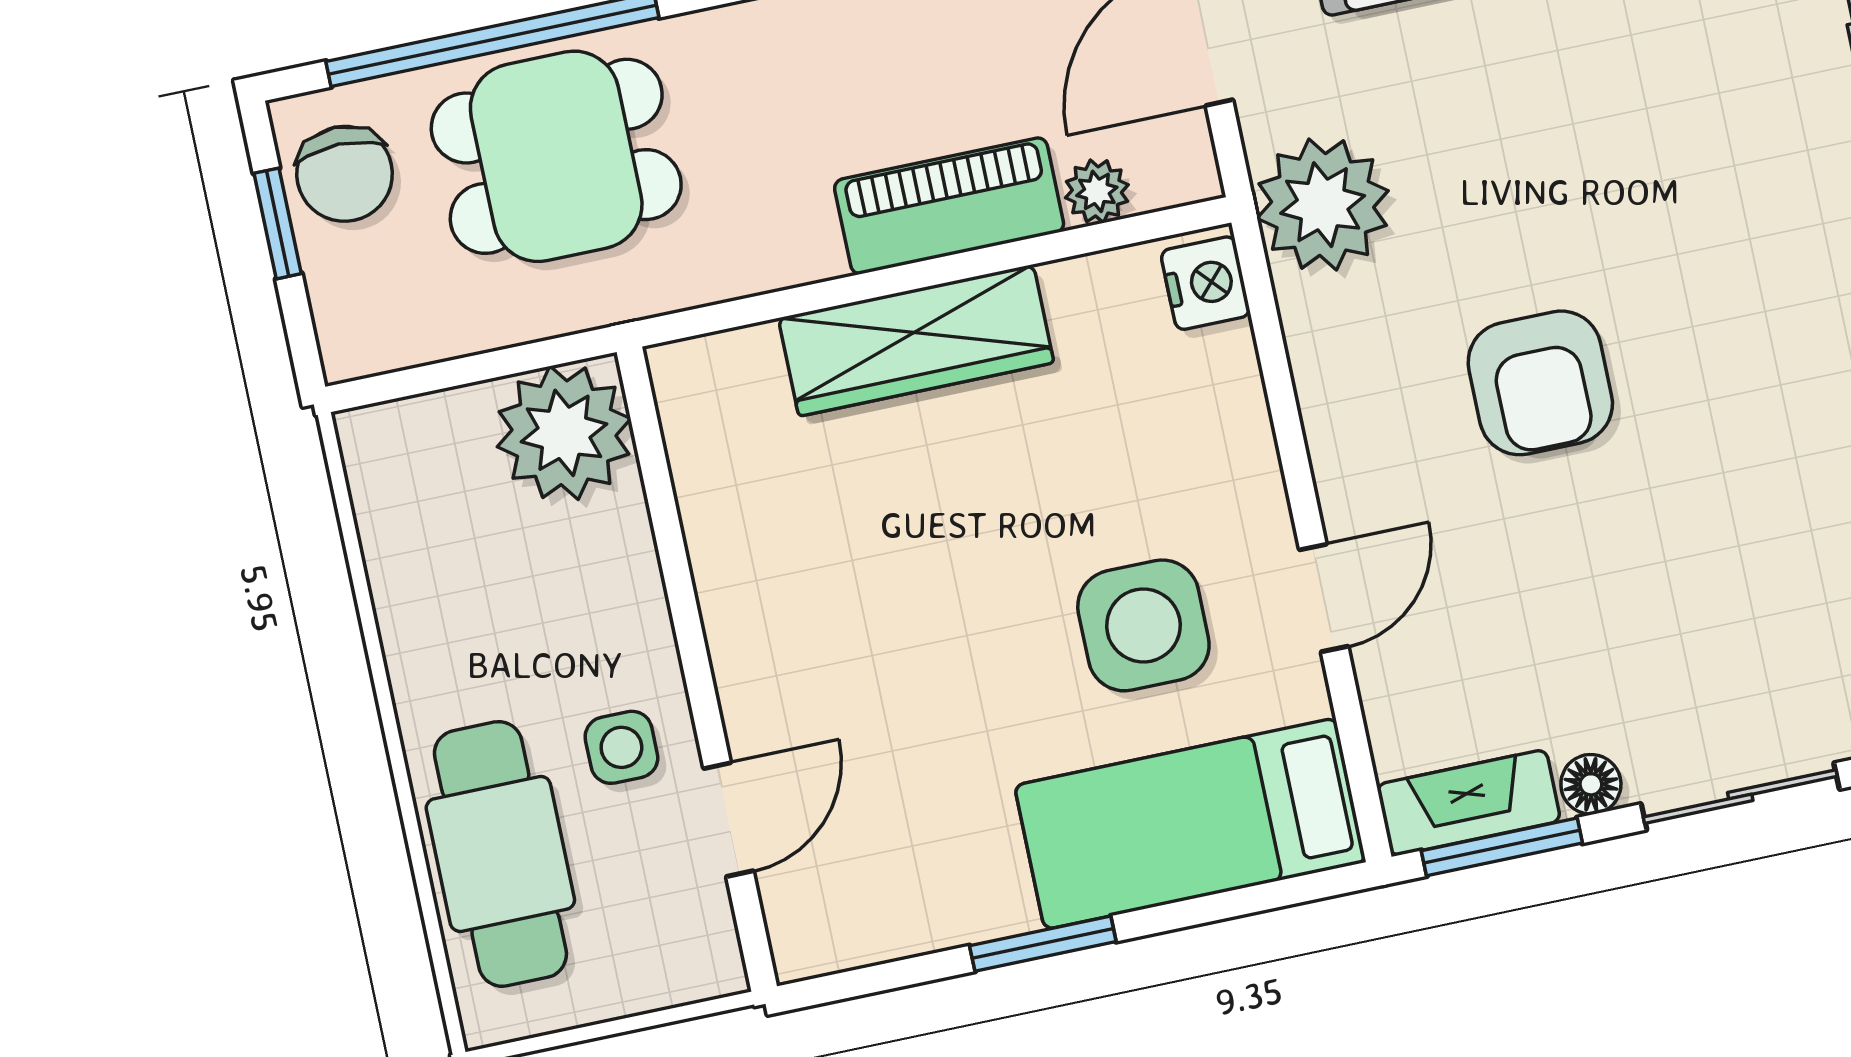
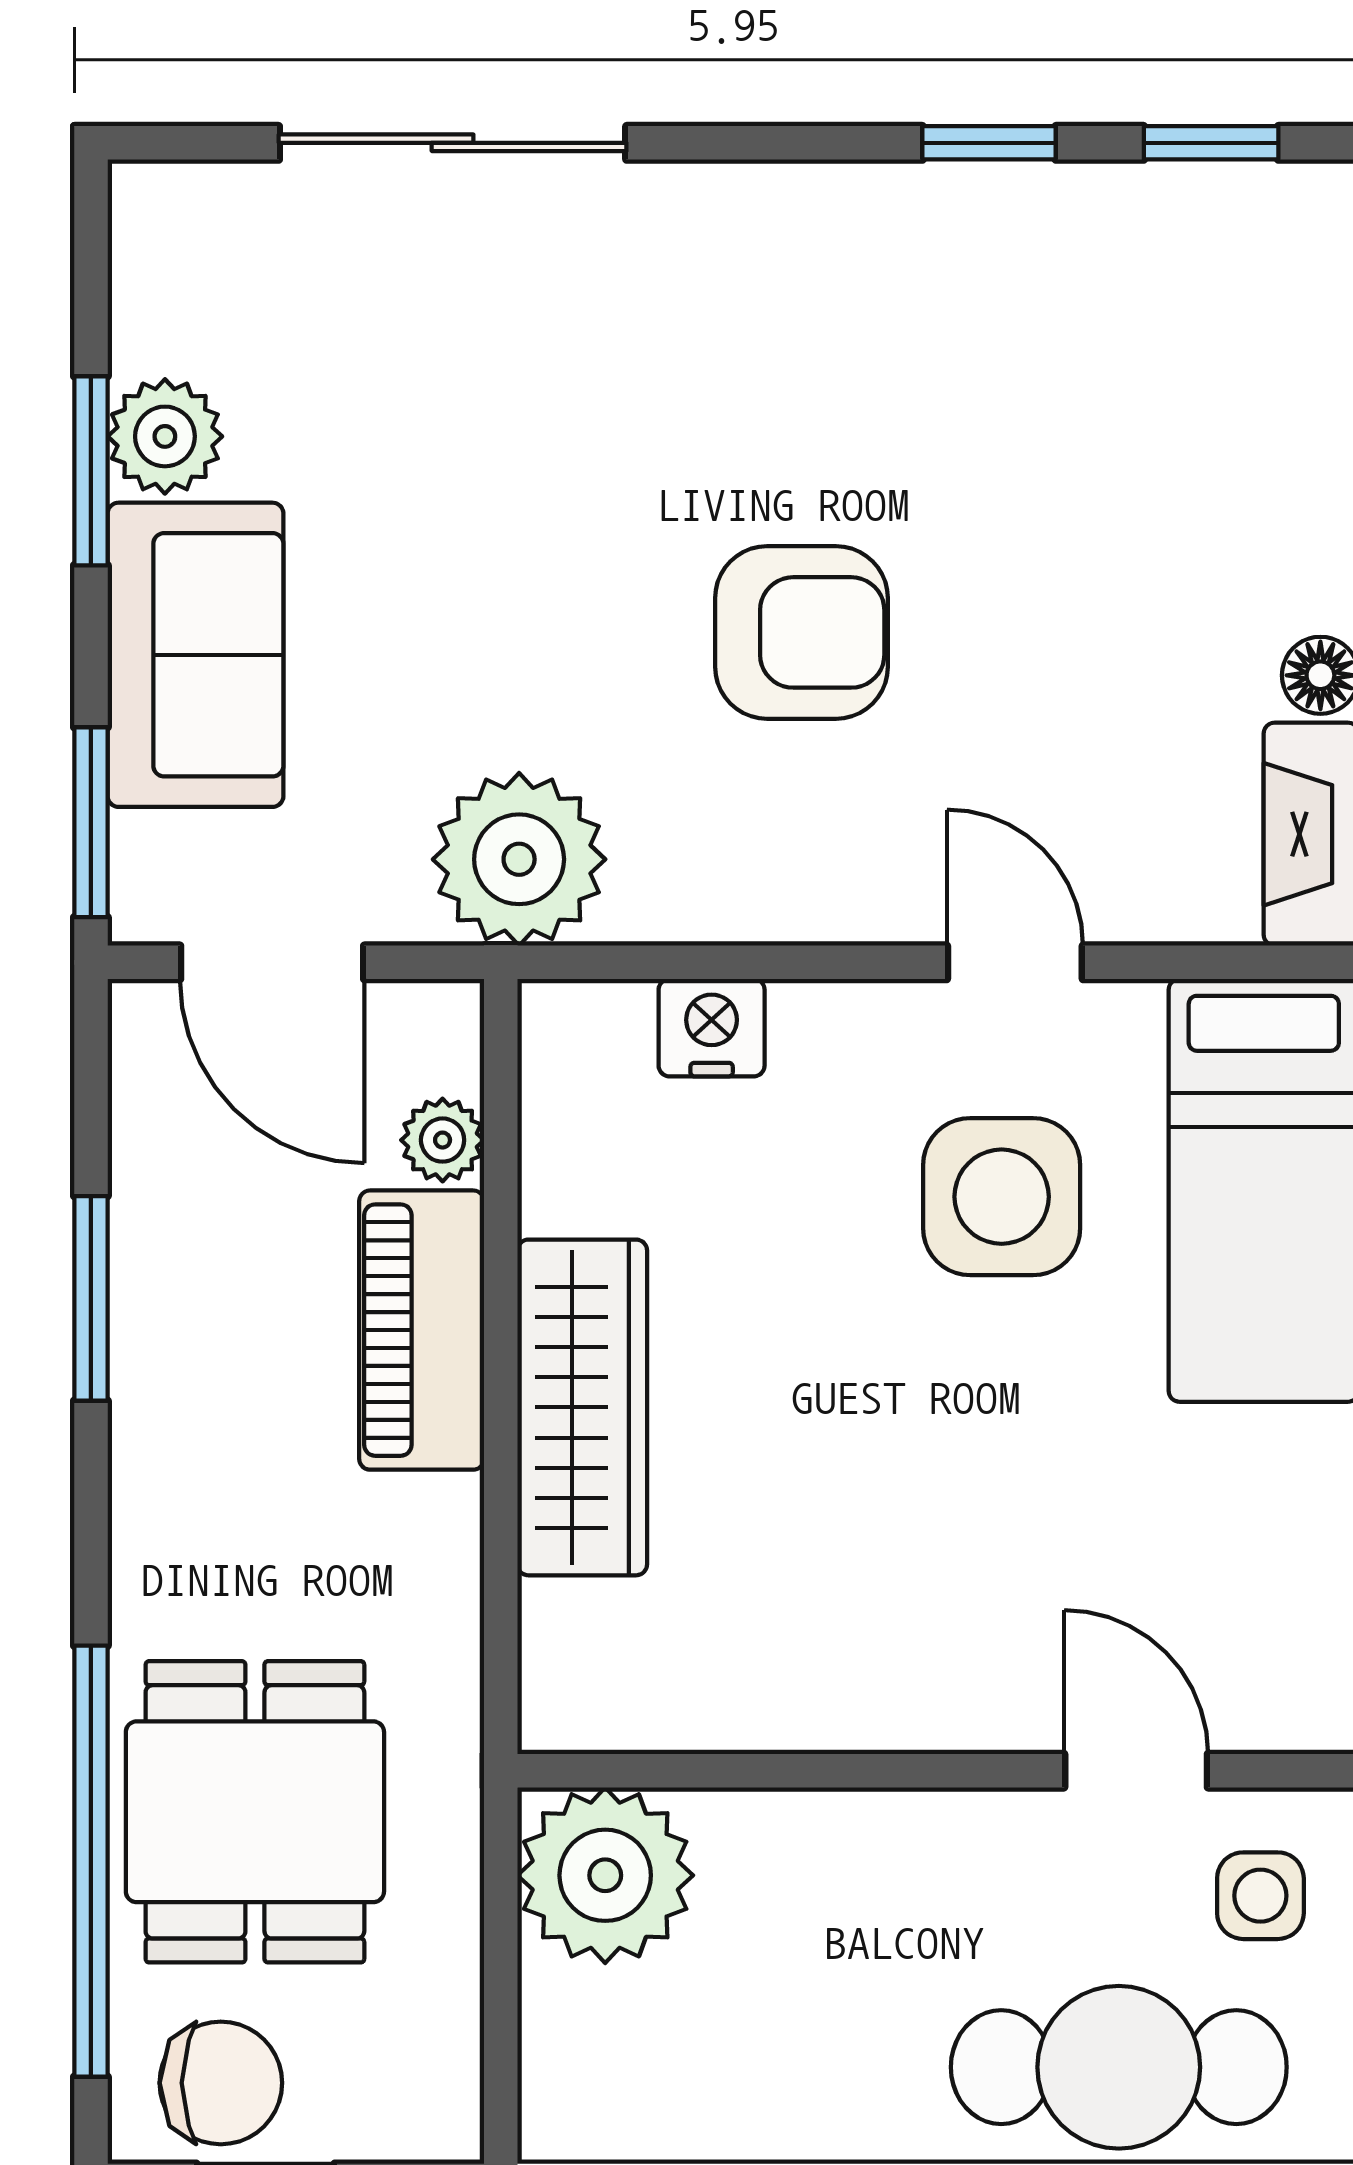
nightstand: (1205, 283) -> (712, 1028), moved
side table: (621, 747) -> (1260, 1896), moved

